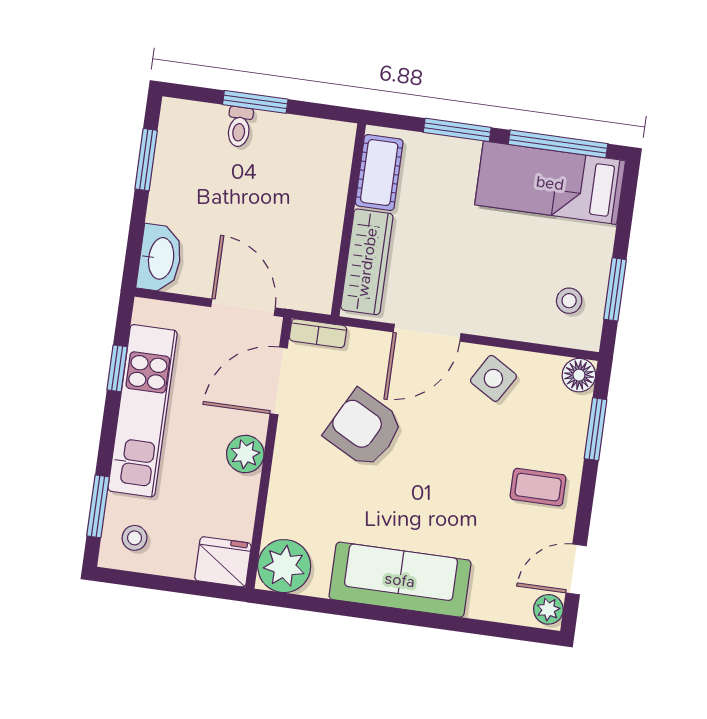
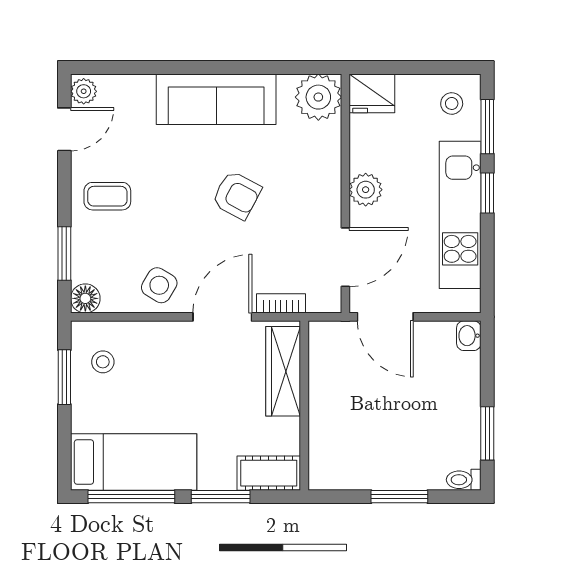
toilet: (239, 127) -> (464, 480), moved, turned -90
cot: (379, 173) -> (269, 473), moved, turned 90
washbasin: (160, 258) -> (469, 336), width x0.52, depth x0.69
bookcase: (318, 333) -> (281, 303), moved
window: (117, 368) -> (487, 193), moved
armchair: (364, 429) -> (237, 195), moved, width x0.72, depth x0.72

